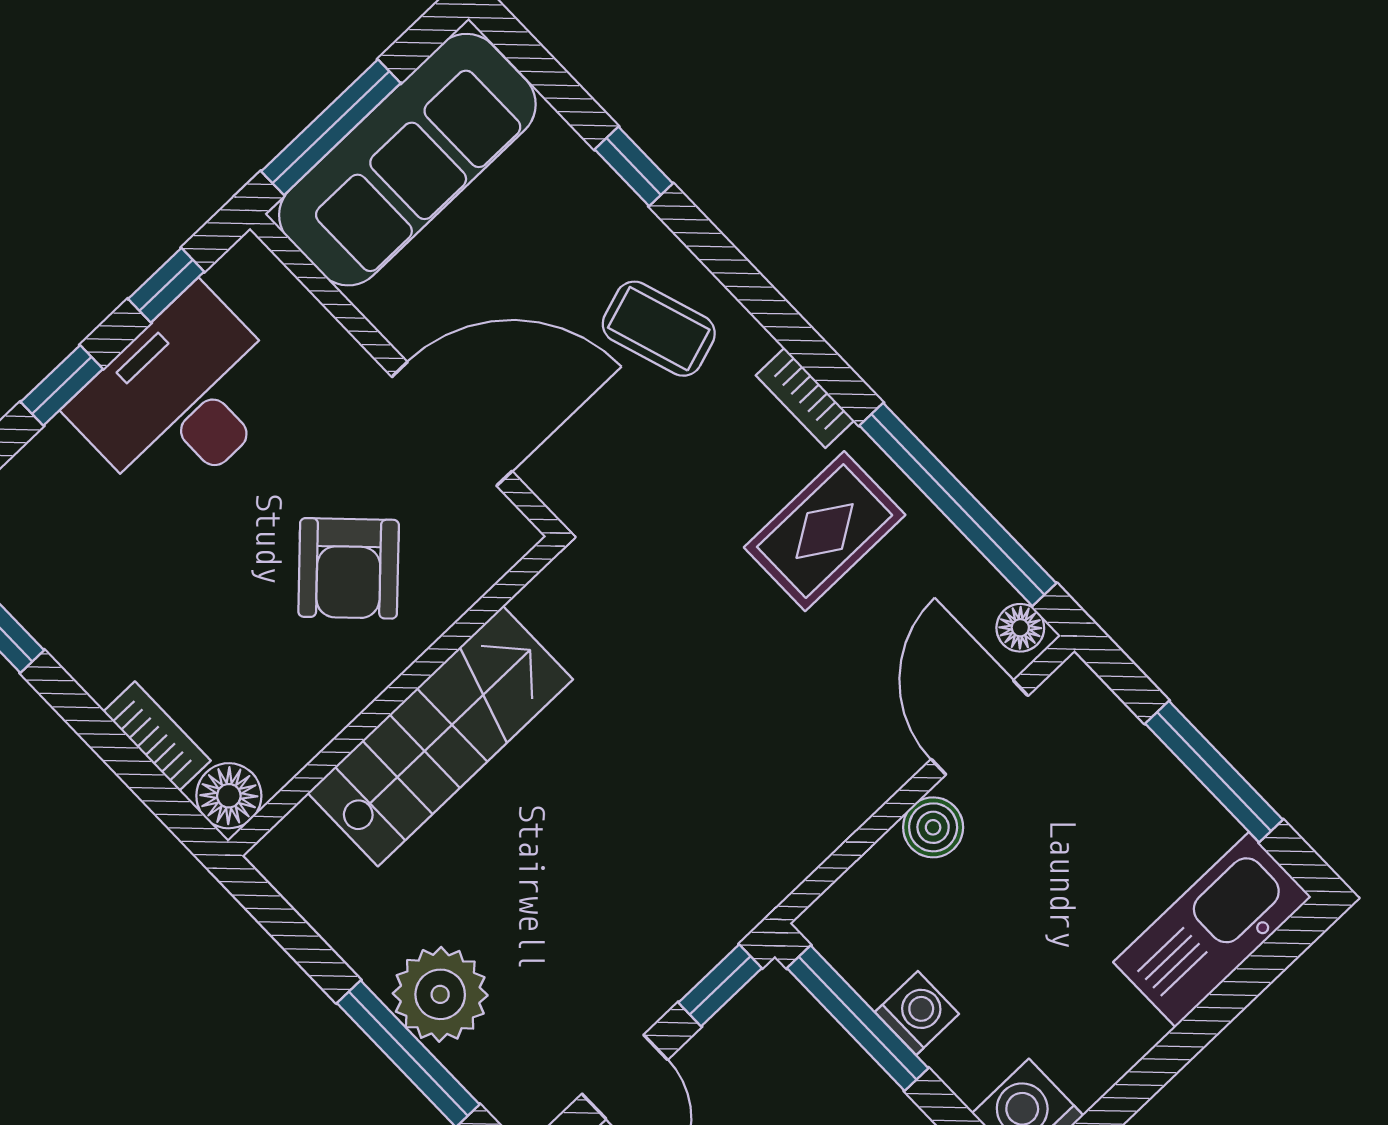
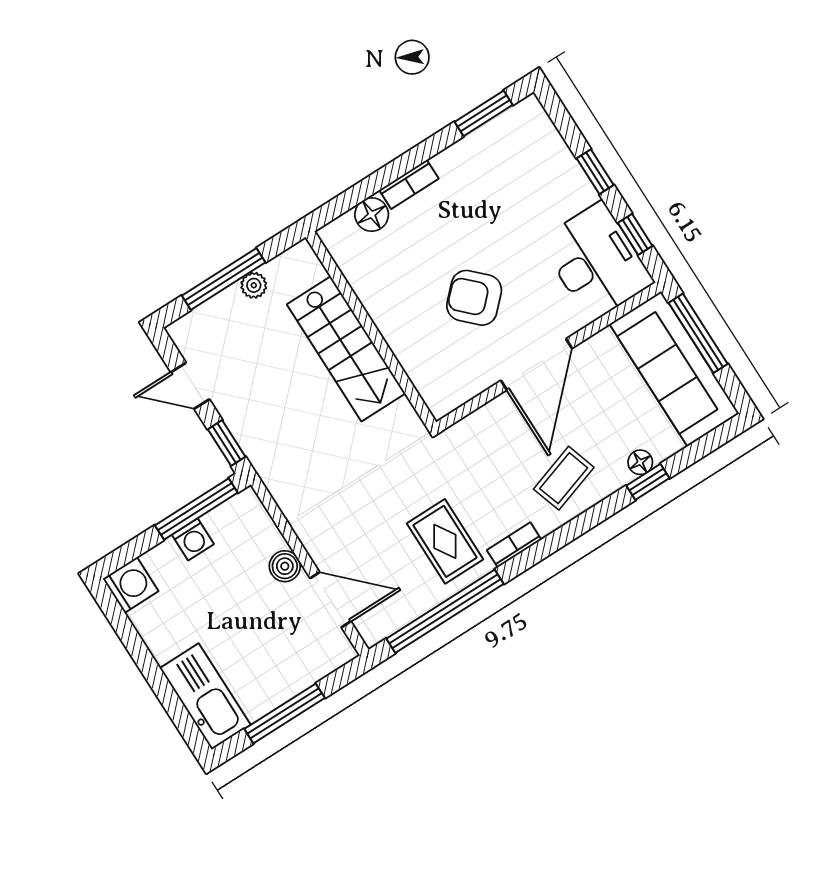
desk: (181, 398) -> (596, 262), moved
floor lamp: (1020, 628) -> (640, 462), moved
wall: (394, 696) -> (371, 330), moved
stairs: (440, 736) -> (346, 349), moved
plant: (440, 994) -> (254, 285), width x0.53, depth x0.53

